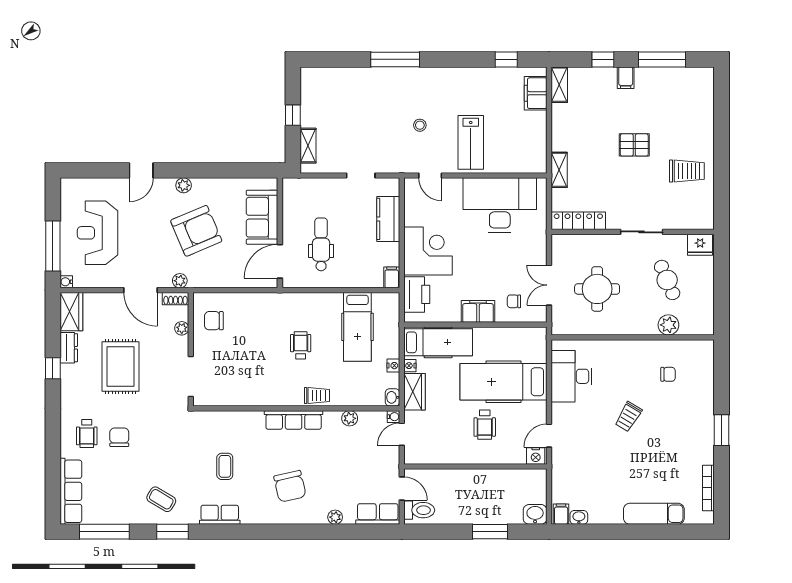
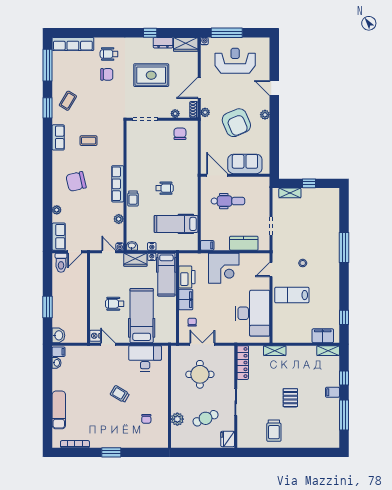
printer: (417, 294) -> (187, 277), moved, turned -90

